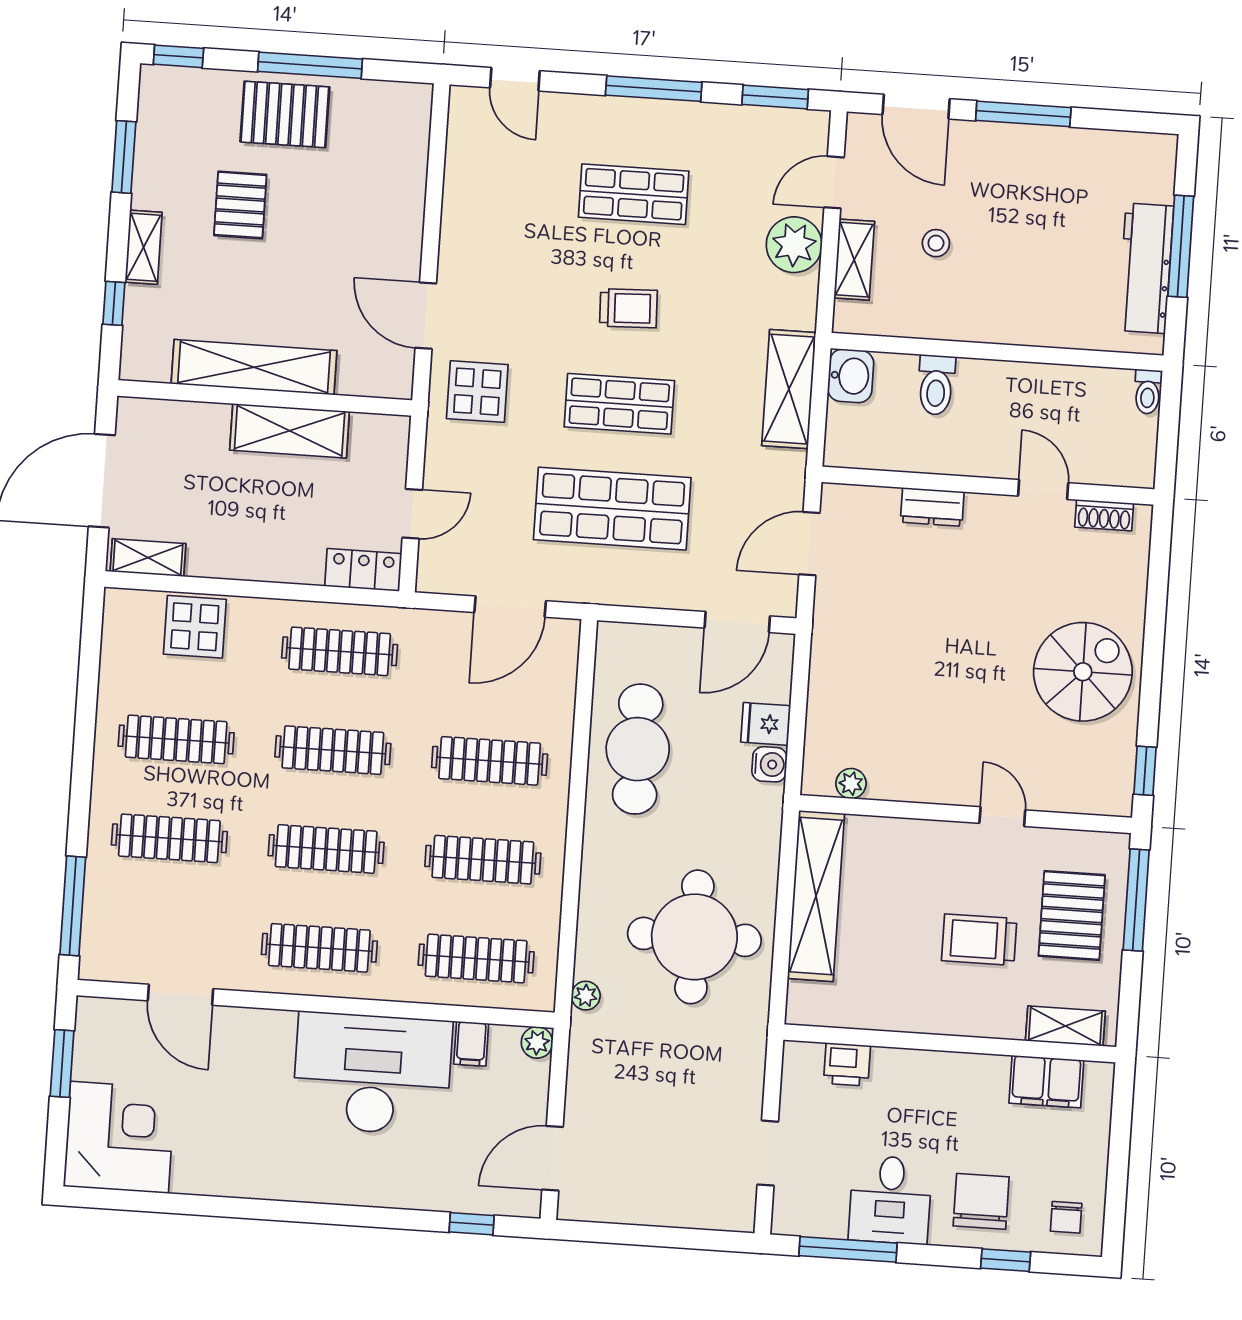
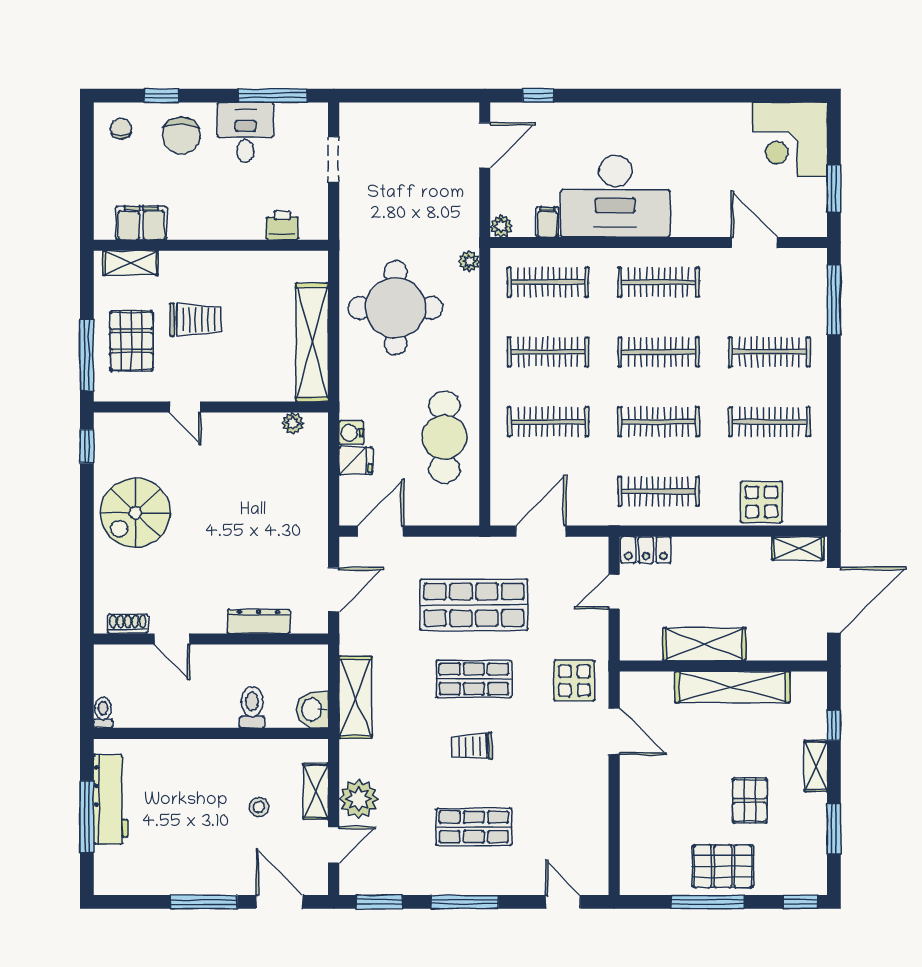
dresser: (932, 507) -> (259, 621), width x1.44

